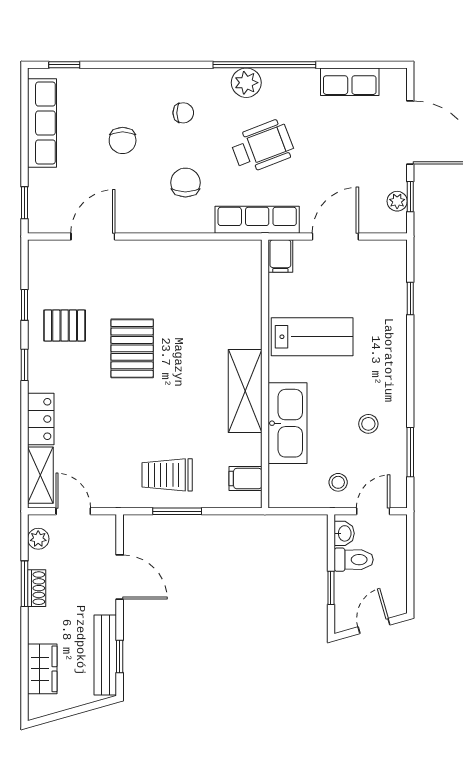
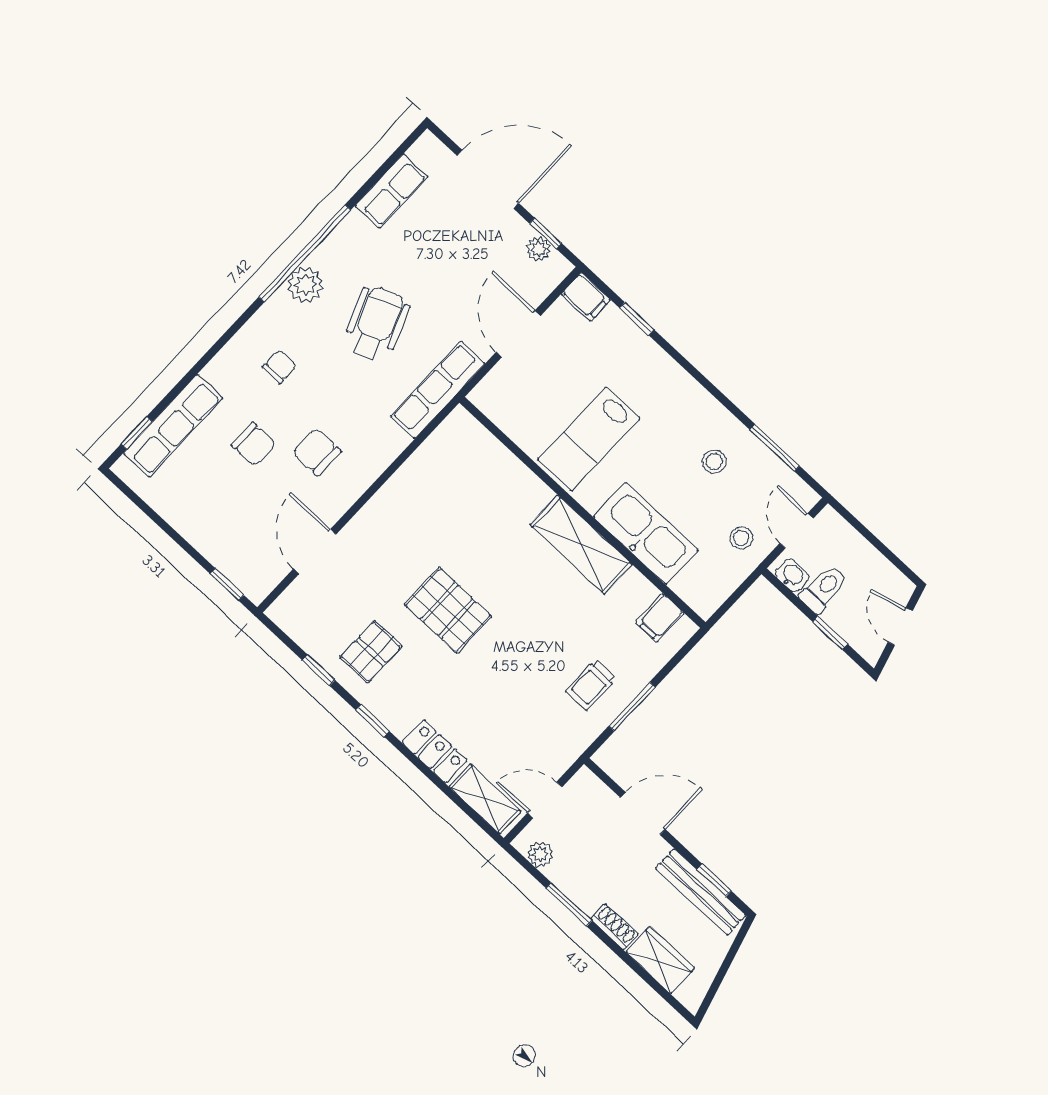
row of seats: (42, 123) -> (173, 425), moved, turned 90
chair: (185, 183) -> (317, 452), moved
filing cabinet: (280, 256) -> (586, 297), moved
lab bench: (312, 337) -> (589, 439), turned 180
trolley: (167, 475) -> (591, 685), width x0.73, depth x0.72
shoe rack: (37, 588) -> (615, 927), moved

